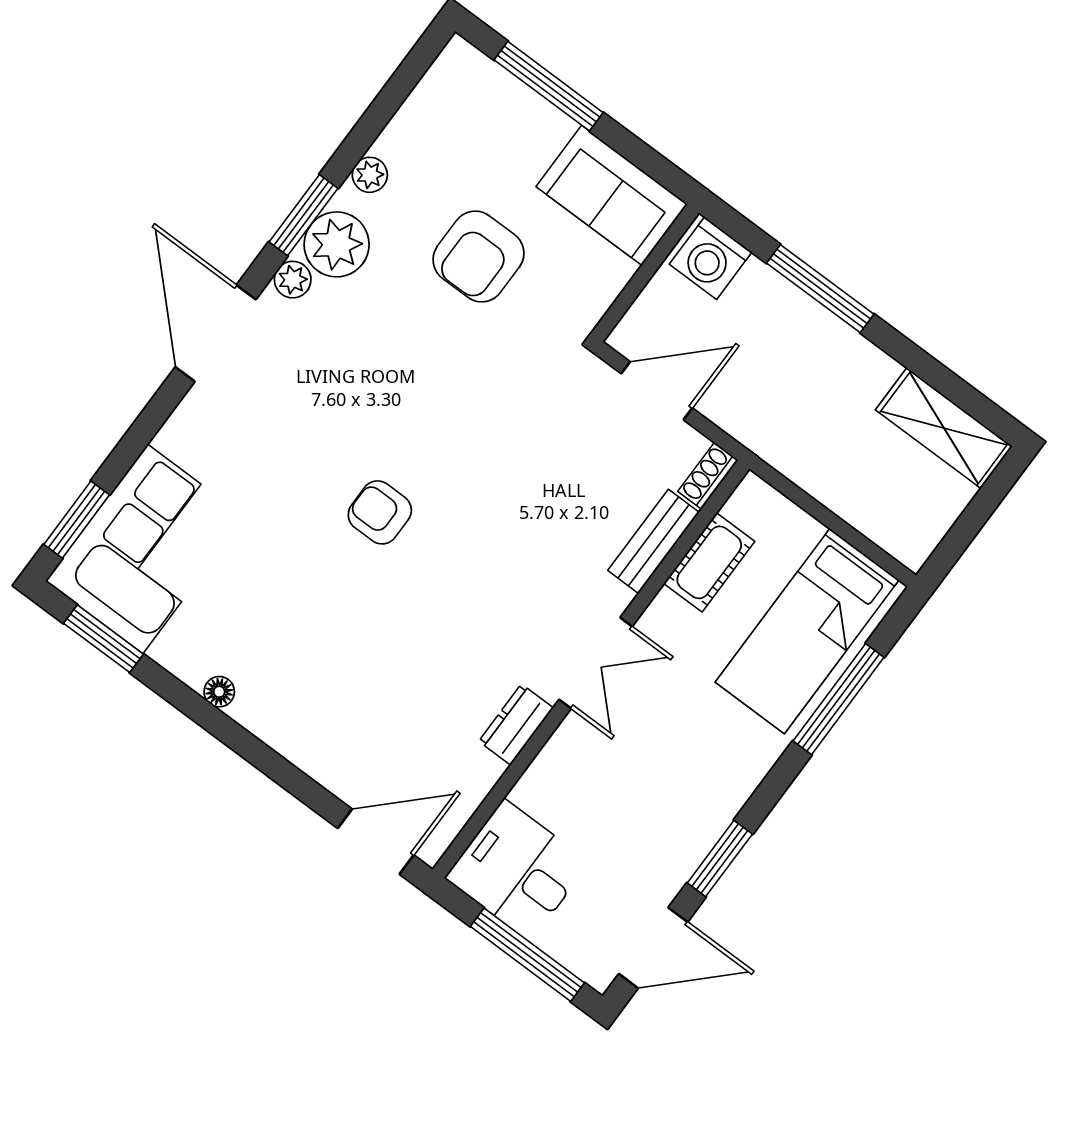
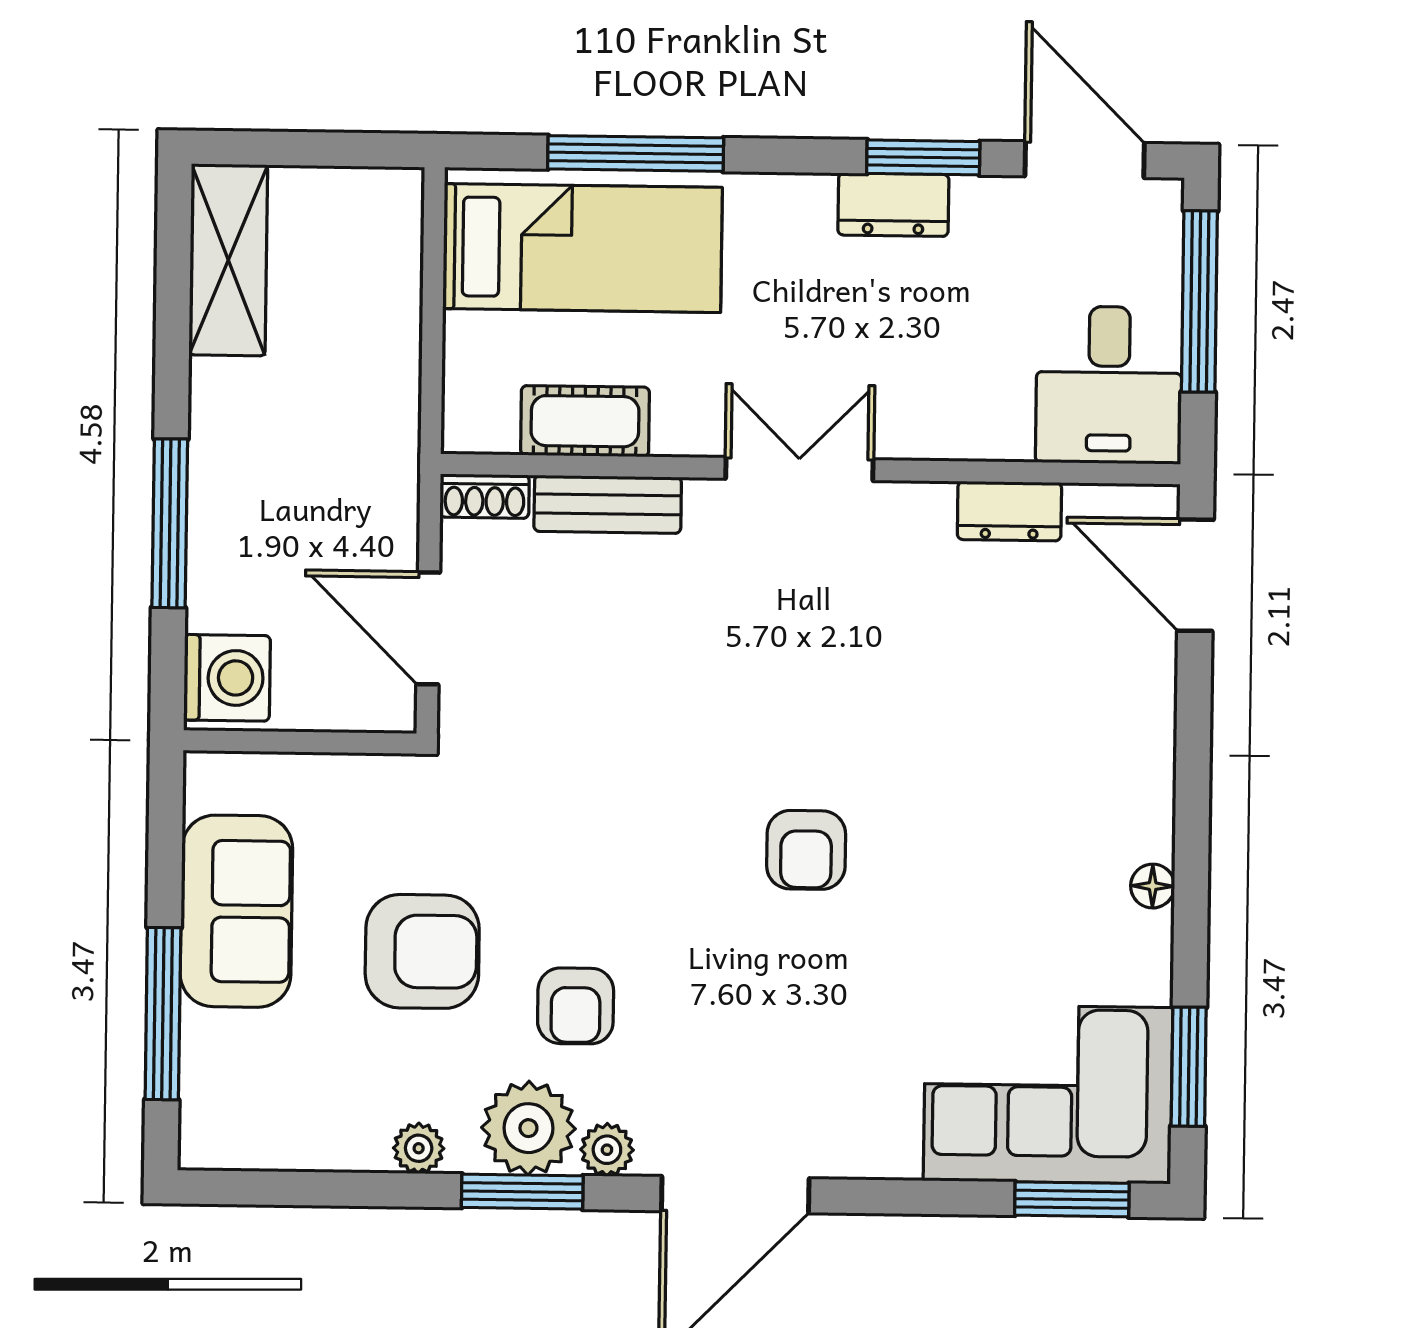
sofa: (612, 195) -> (236, 911), moved
armchair: (386, 320) -> (576, 1006), added
dresser: (516, 725) -> (1009, 511), moved
dresser: (705, 823) -> (893, 205), added

